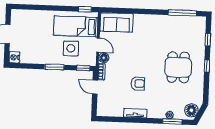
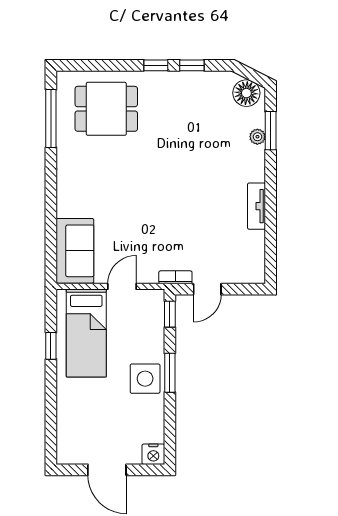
window: (85, 9) -> (51, 346), moved
window: (208, 40) -> (192, 65), moved
side table: (71, 48) -> (145, 379), moved
floor lamp: (104, 58) -> (147, 274), removed
dining table: (178, 67) -> (106, 109), moved
armchair: (138, 84) -> (197, 203), removed

